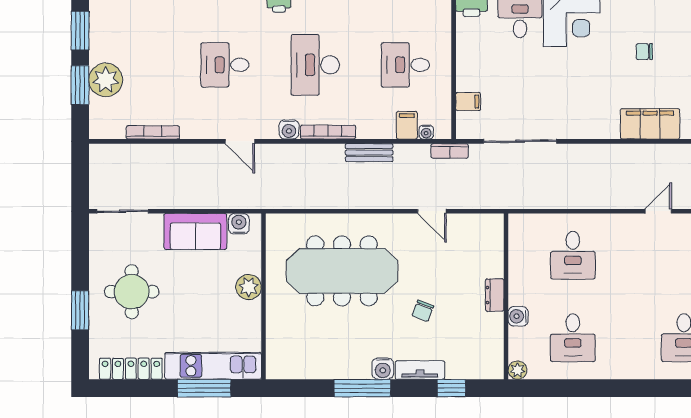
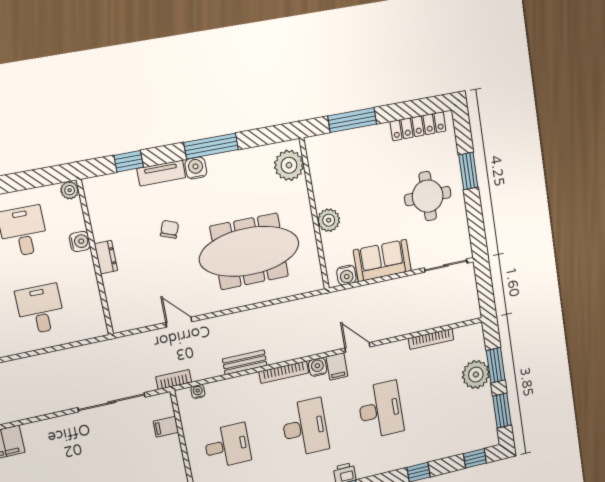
desk: (225, 65) -> (381, 410), width x1.37
filing cabinet: (407, 125) -> (337, 366), moved
plant: (282, 353) -> (289, 165), added
kitchen unit: (213, 366) -> (348, 142), removed

